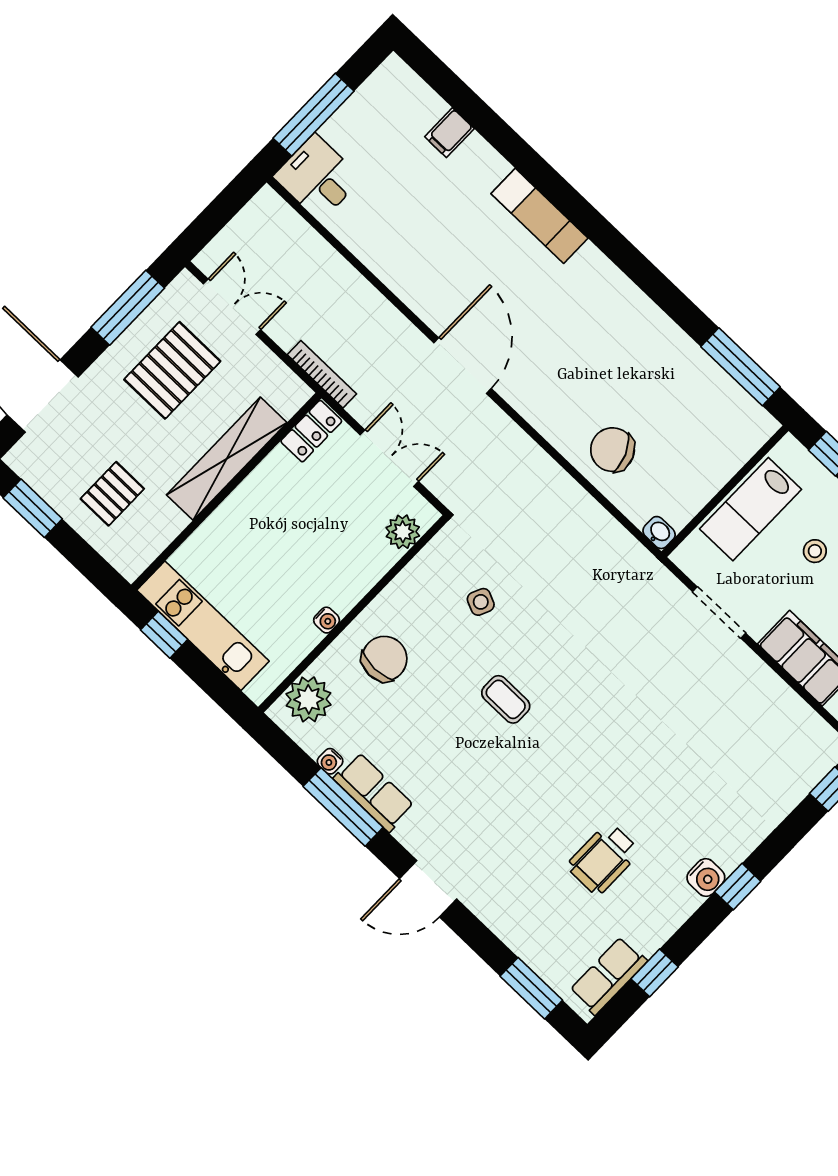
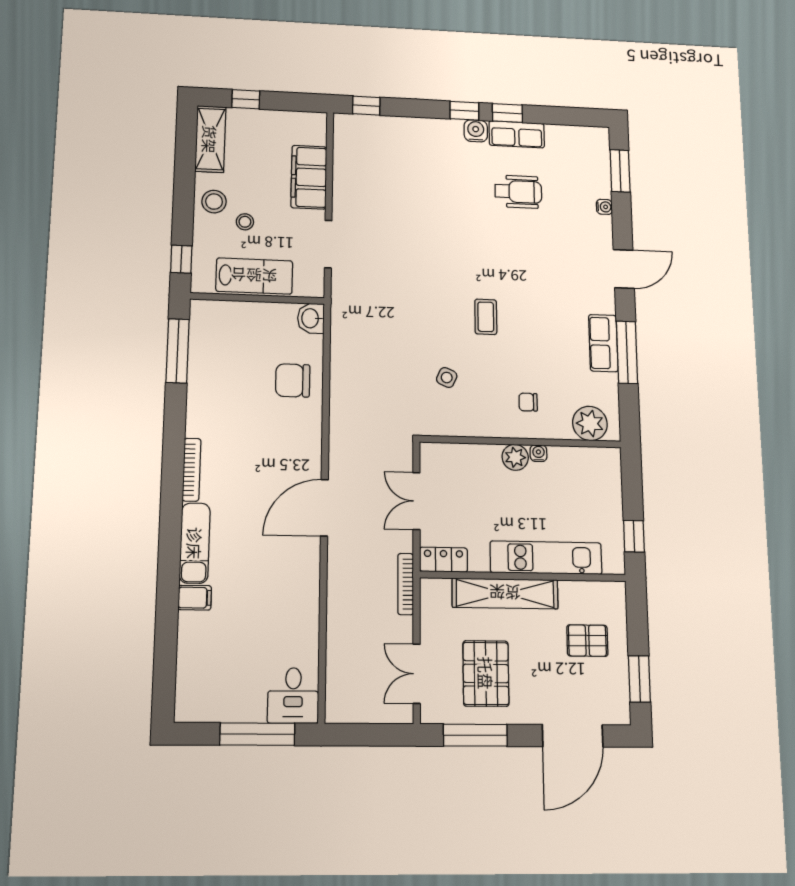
filing cabinet: (449, 133) -> (195, 598), moved
bookcase: (612, 275) -> (191, 470), added
pallet: (172, 370) -> (486, 673), turned 90
chair: (613, 450) -> (293, 380), turned 113
plant: (403, 532) -> (515, 457), moved
washbasin: (659, 533) -> (311, 318), width x1.38, depth x1.45
kitchen unit: (203, 626) -> (546, 558), moved, turned 90
chair: (384, 659) -> (528, 402), width x0.54, depth x0.54
water cooler: (330, 761) -> (604, 207), moved
door: (428, 889) -> (624, 269), hinge flipped
window: (655, 973) -> (507, 113), moved
row of seats: (608, 976) -> (517, 134), moved

